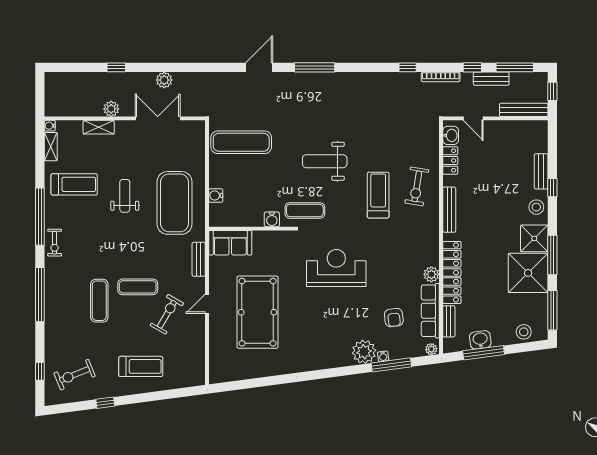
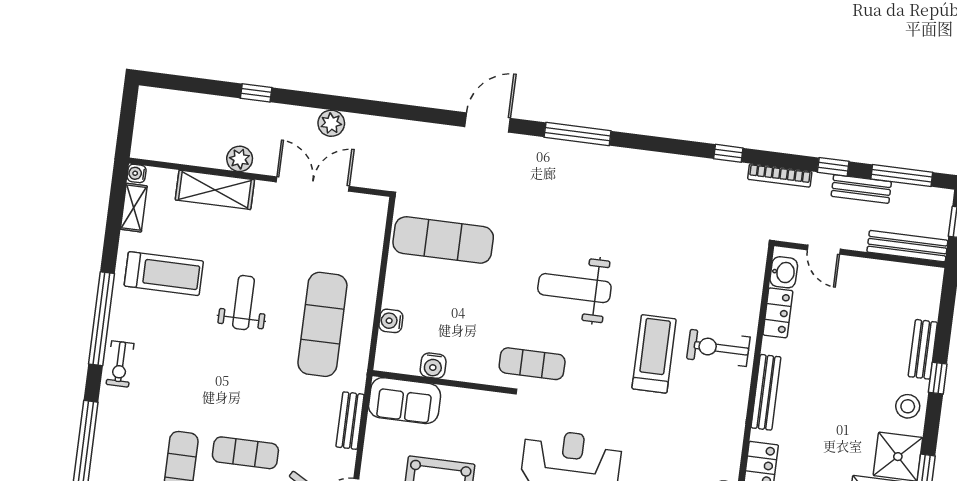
shelving: (99, 127) -> (215, 190), width x1.50, depth x1.33
exercise bike: (417, 186) -> (718, 348), turned 81
exercise mat: (174, 203) -> (322, 324), width x0.68
water cooler: (272, 219) -> (433, 366), moved

